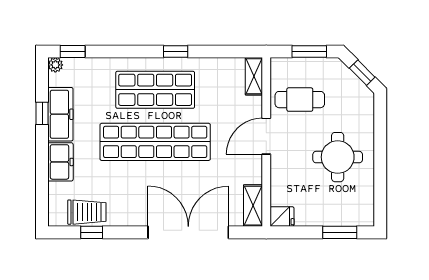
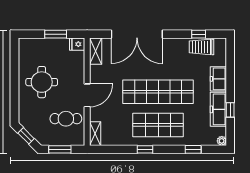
window: (73, 51) -> (193, 149), moved
window: (340, 232) -> (56, 34), moved

